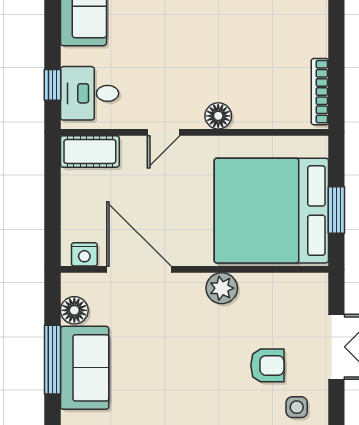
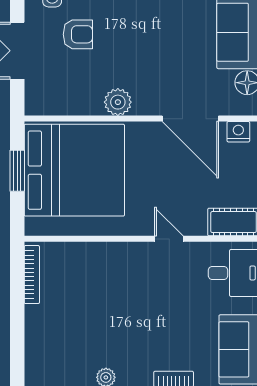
floor lamp: (218, 116) -> (121, 253), removed
door: (164, 132) -> (169, 239), hinge flipped
armchair: (267, 365) -> (78, 34), turned 180

